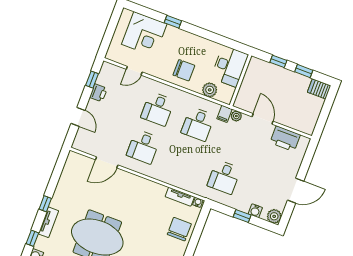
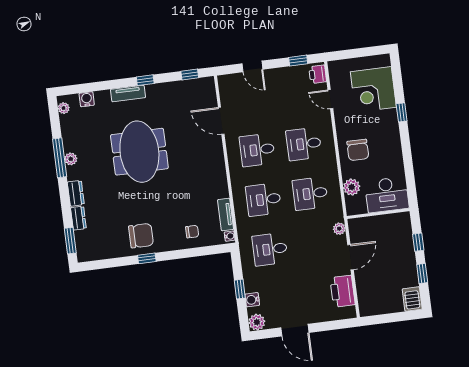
printer: (98, 93) -> (318, 74), moved, turned 90
filing cabinet: (224, 114) -> (335, 215), removed
door: (78, 117) -> (252, 66), hinge flipped
desk: (184, 162) -> (264, 200), added
chair: (179, 229) -> (192, 232), width x0.54, depth x0.54
window: (32, 238) -> (190, 74), moved

